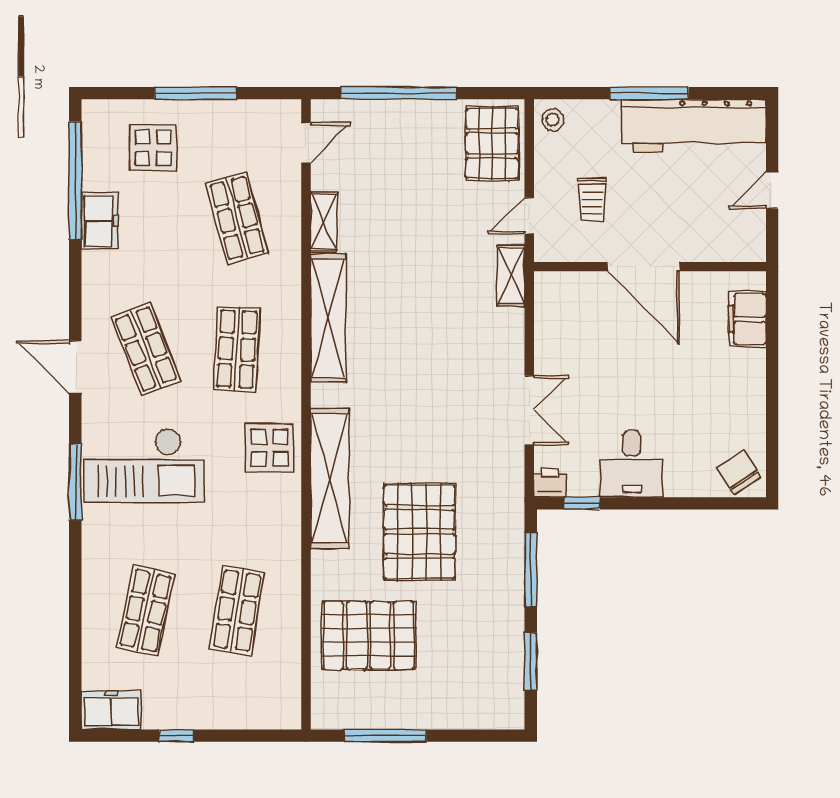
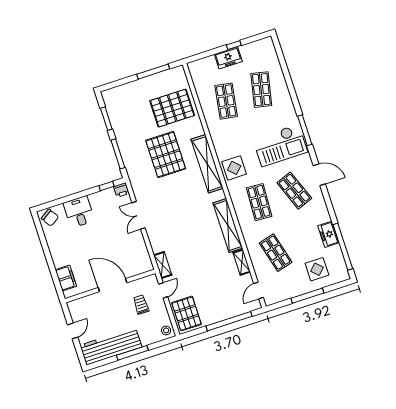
desk: (632, 464) -> (79, 212), moved
checkout: (144, 465) -> (280, 145), turned 180
freezer: (111, 710) -> (228, 58), moved

